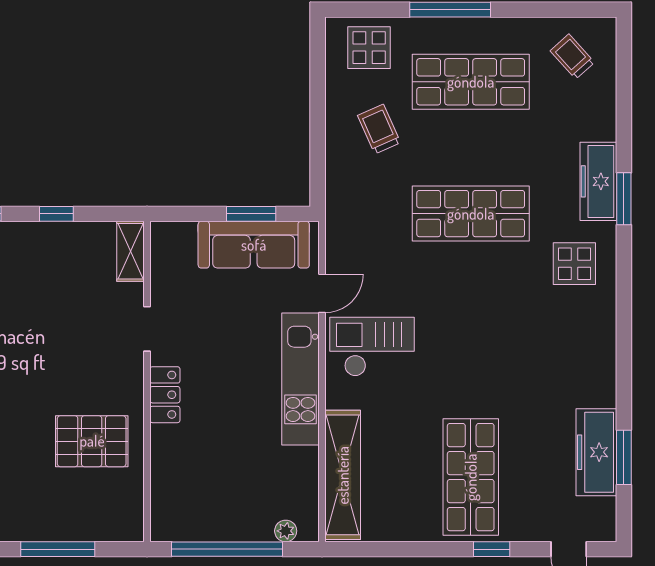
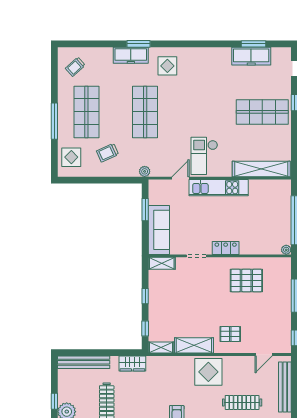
plant: (337, 213) -> (145, 171), added
sofa: (254, 245) -> (159, 230), moved
door: (322, 293) -> (181, 178), hinge flipped
pallet: (92, 441) -> (246, 281), turned 90
plant: (286, 531) -> (286, 250), moved

